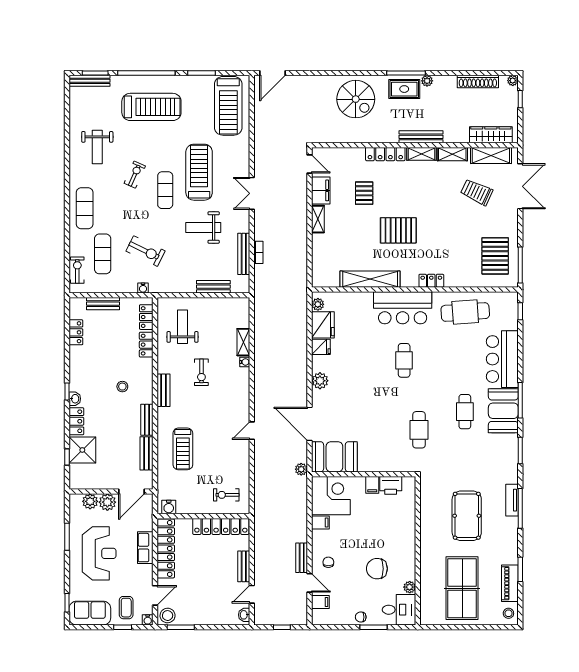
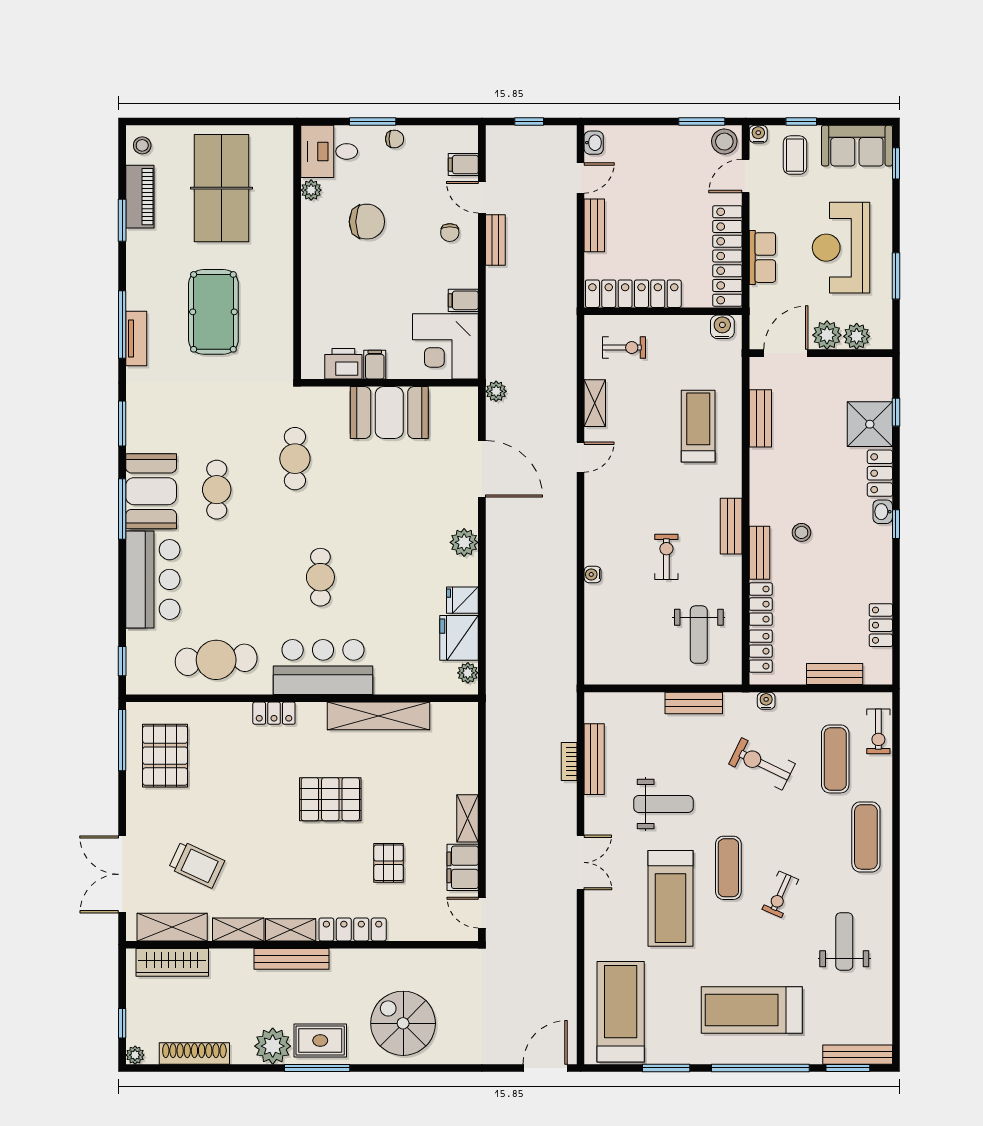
plant: (427, 81) -> (273, 1046), width x1.88, depth x1.88
bench: (213, 287) -> (694, 703), moved
shelving: (243, 342) -> (595, 403), moved
bench: (147, 420) -> (760, 553), moved
booth: (334, 457) -> (389, 413), moved

